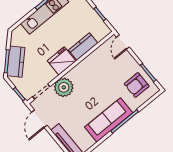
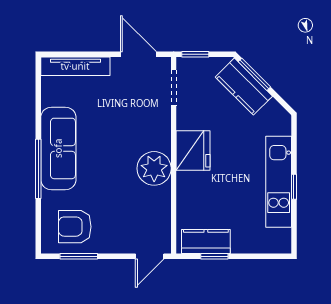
door: (123, 42) -> (150, 256), swing flipped
kitchen counter: (83, 47) -> (206, 242), moved, turned -90
armchair: (137, 85) -> (75, 227), turned -90
plant: (64, 87) -> (154, 168), moved

